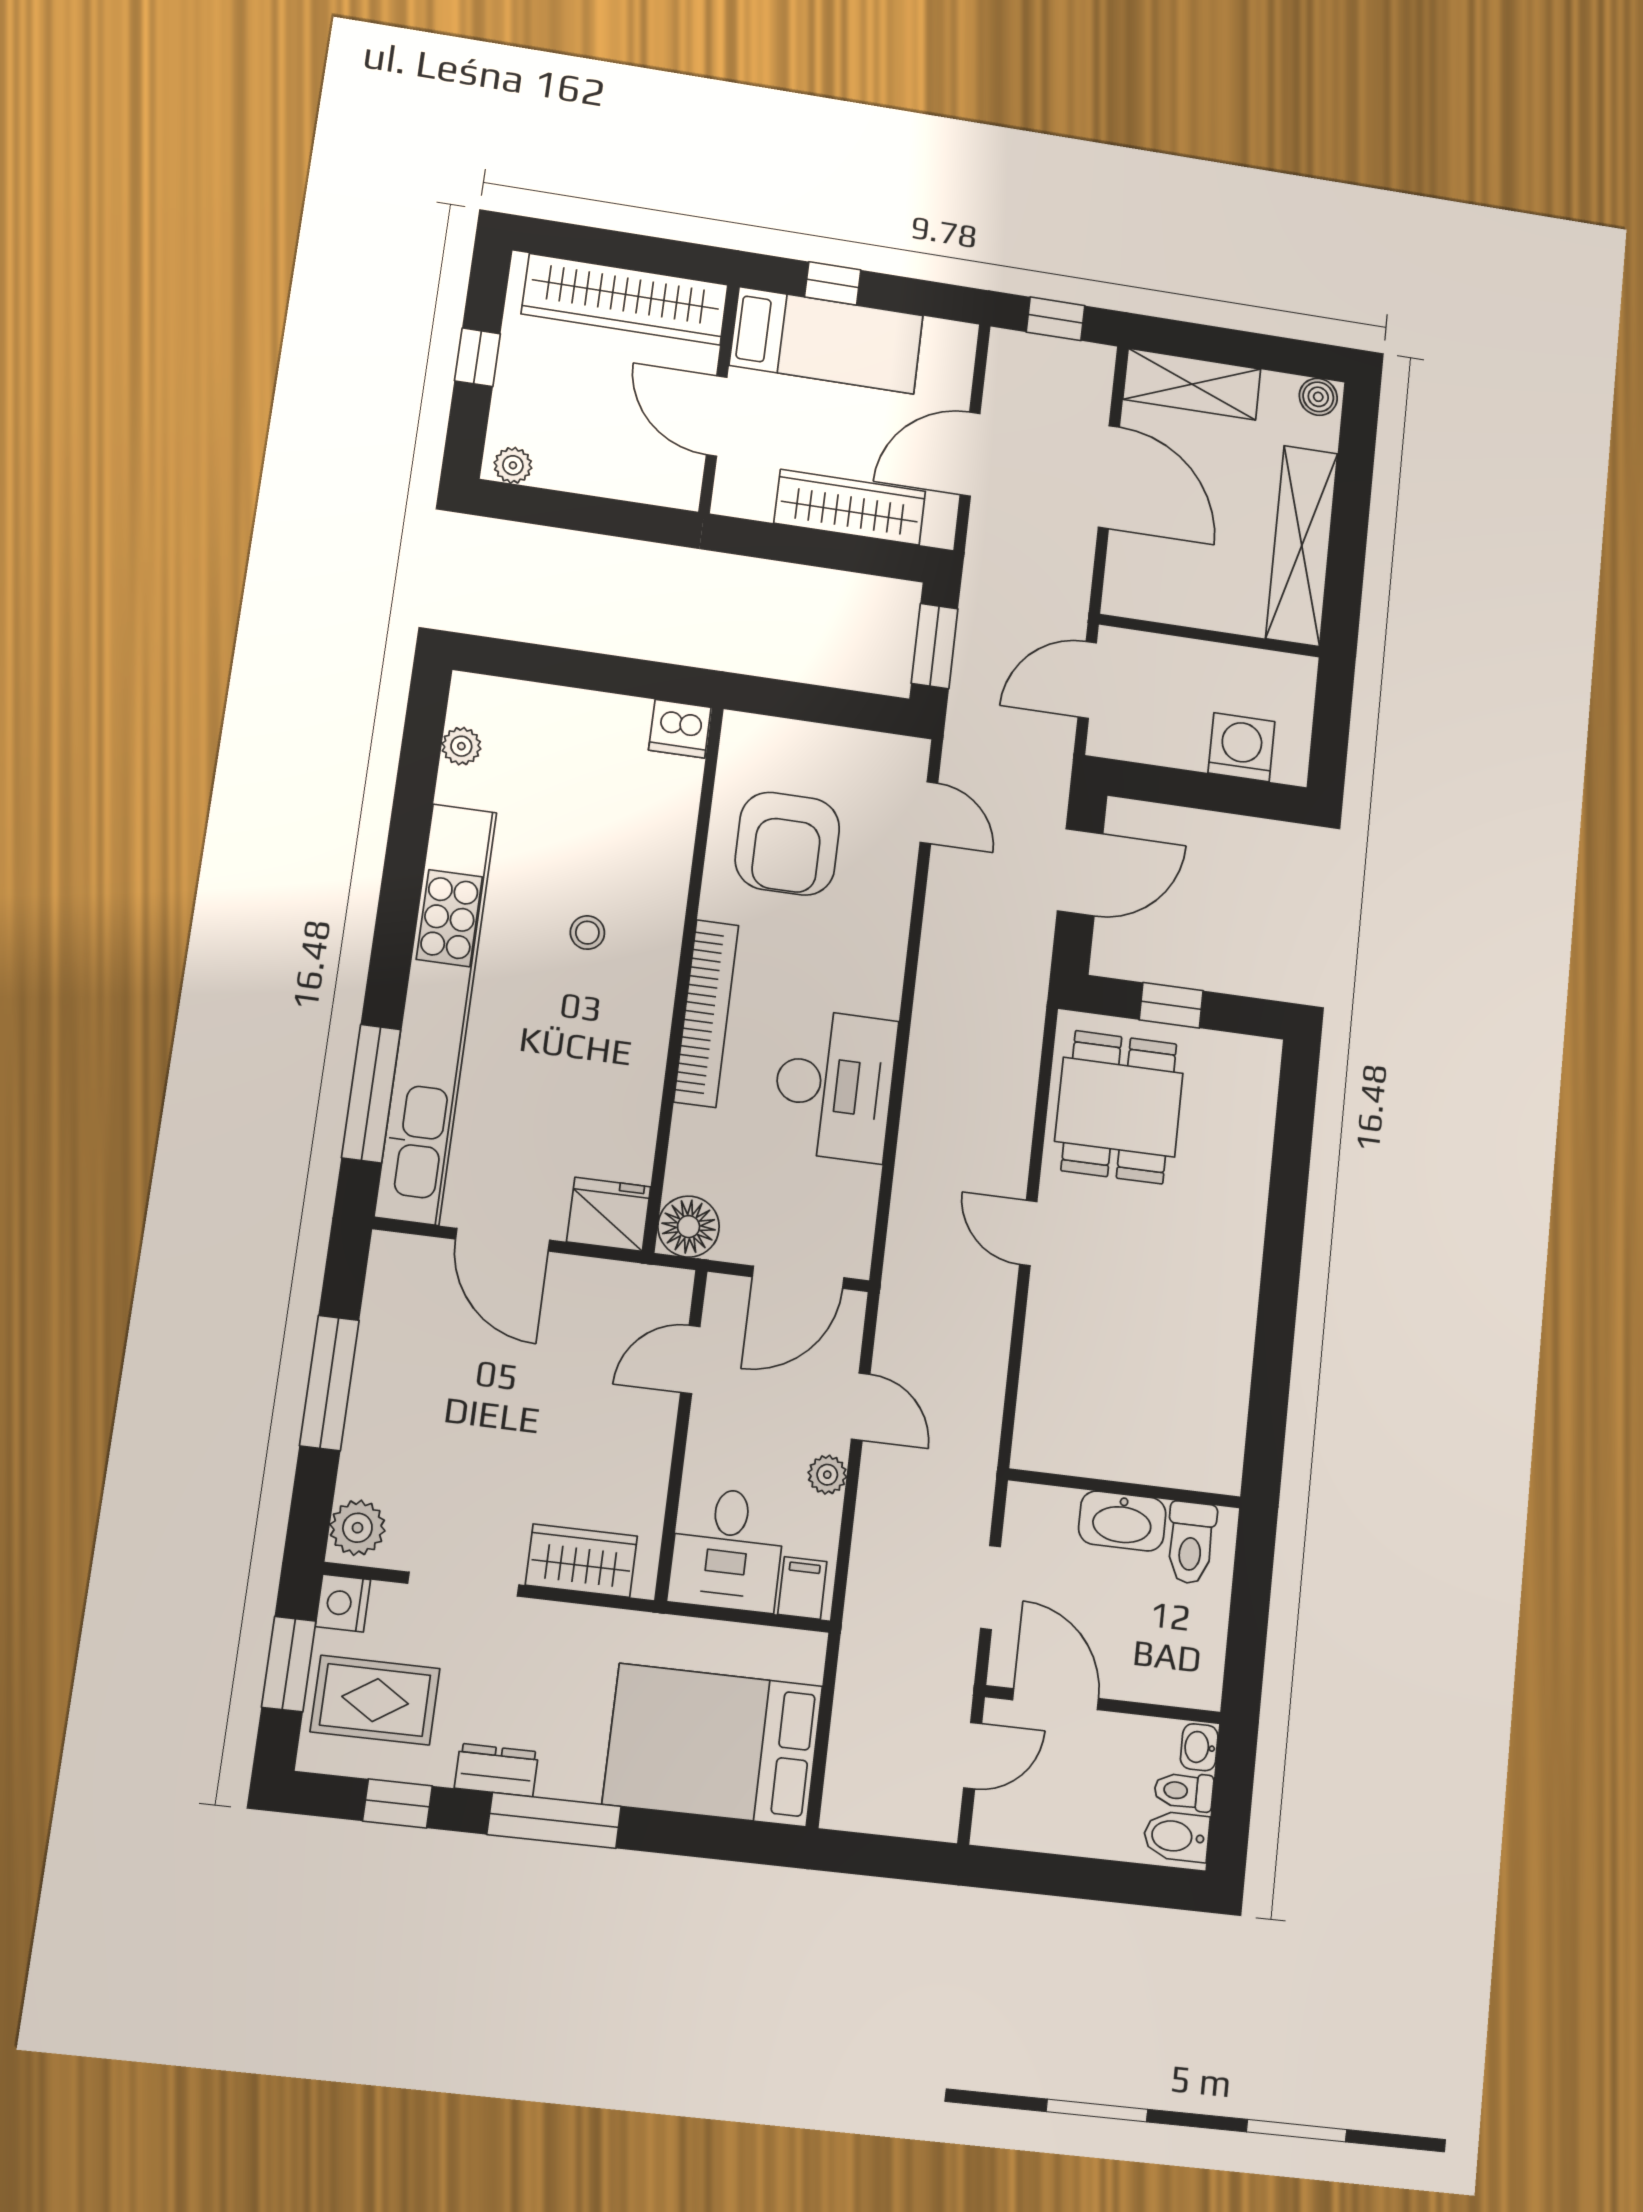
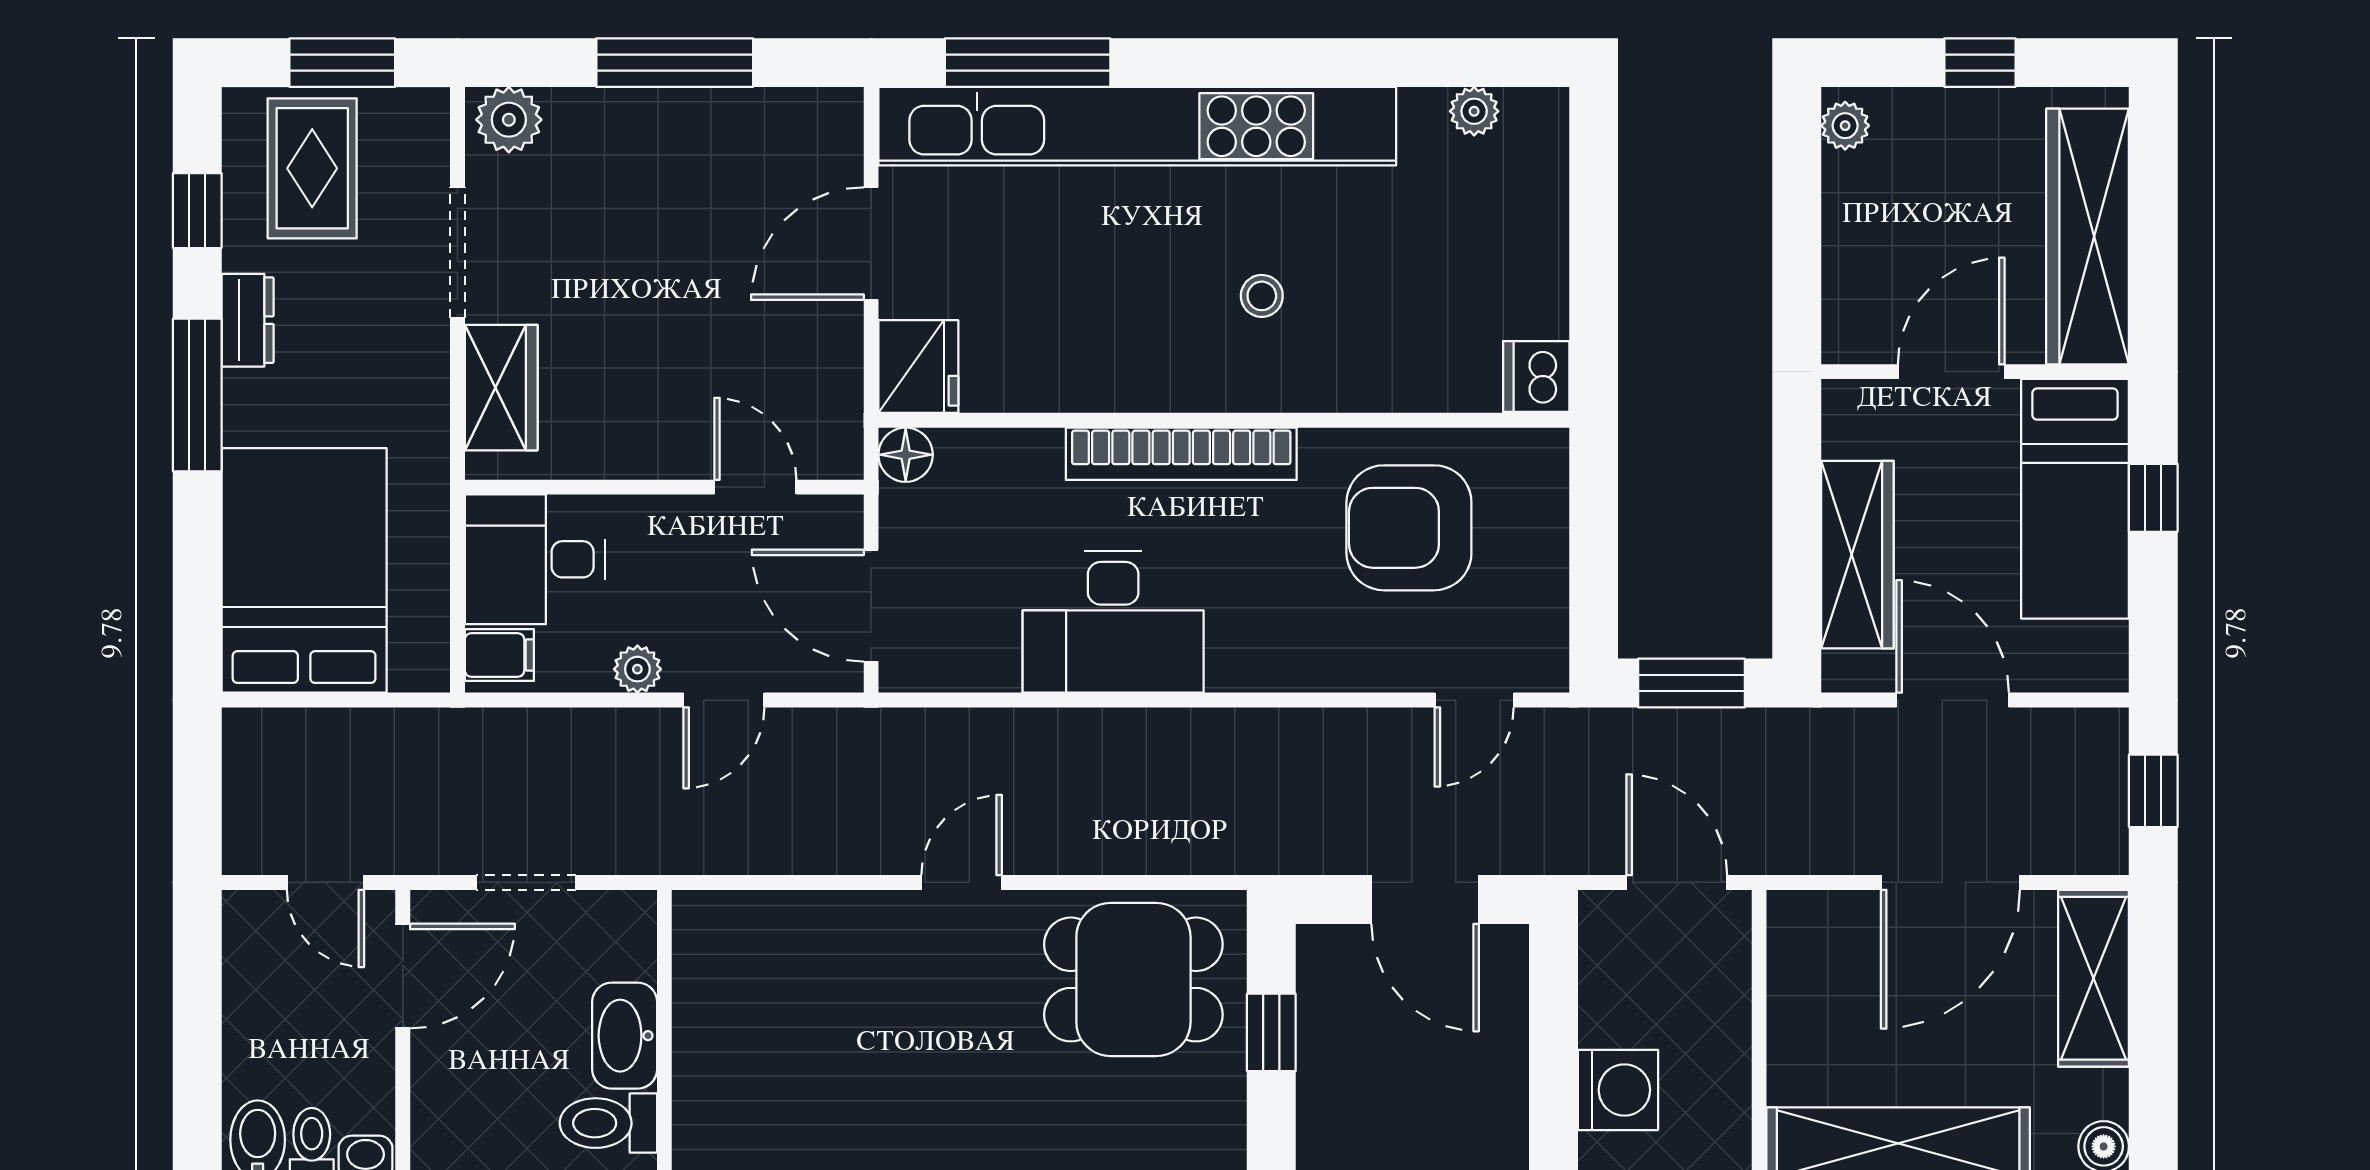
floor lamp: (689, 1227) -> (906, 455), width x0.73, depth x0.73
nightstand: (343, 1603) -> (419, 115), removed

